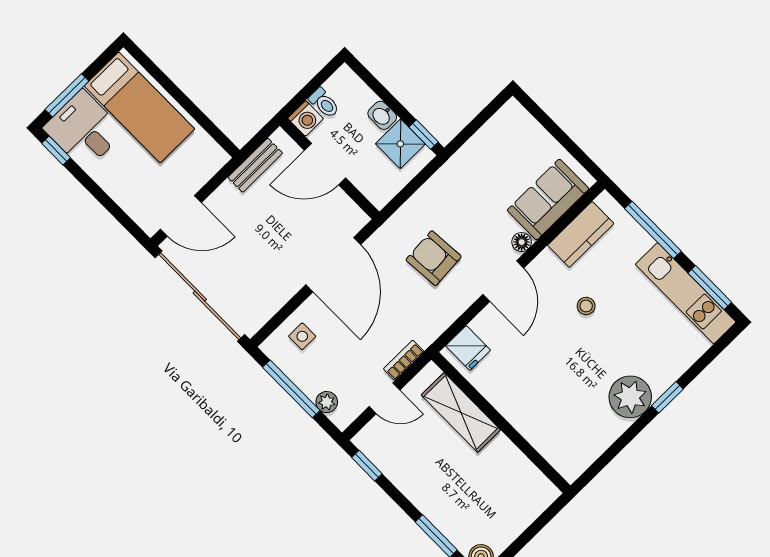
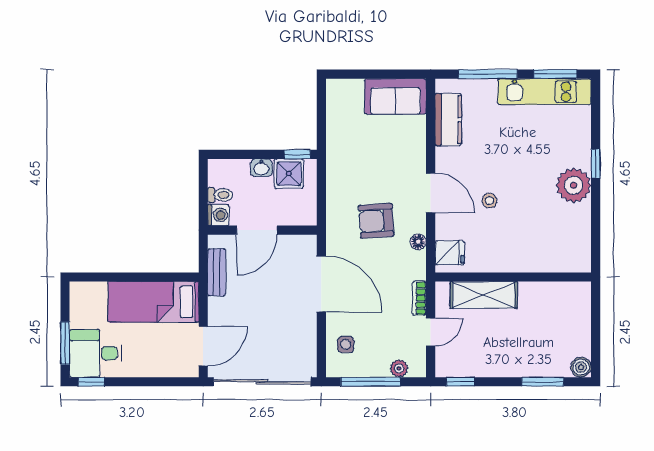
bed: (139, 107) -> (154, 302), moved, turned 180
sofa: (548, 199) -> (395, 96), moved, turned -90
floor lamp: (522, 242) -> (418, 242), moved
stool: (586, 306) -> (490, 201), moved

